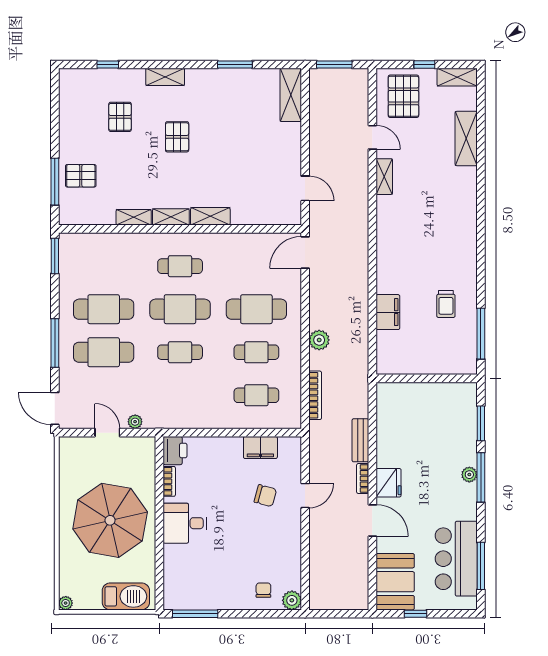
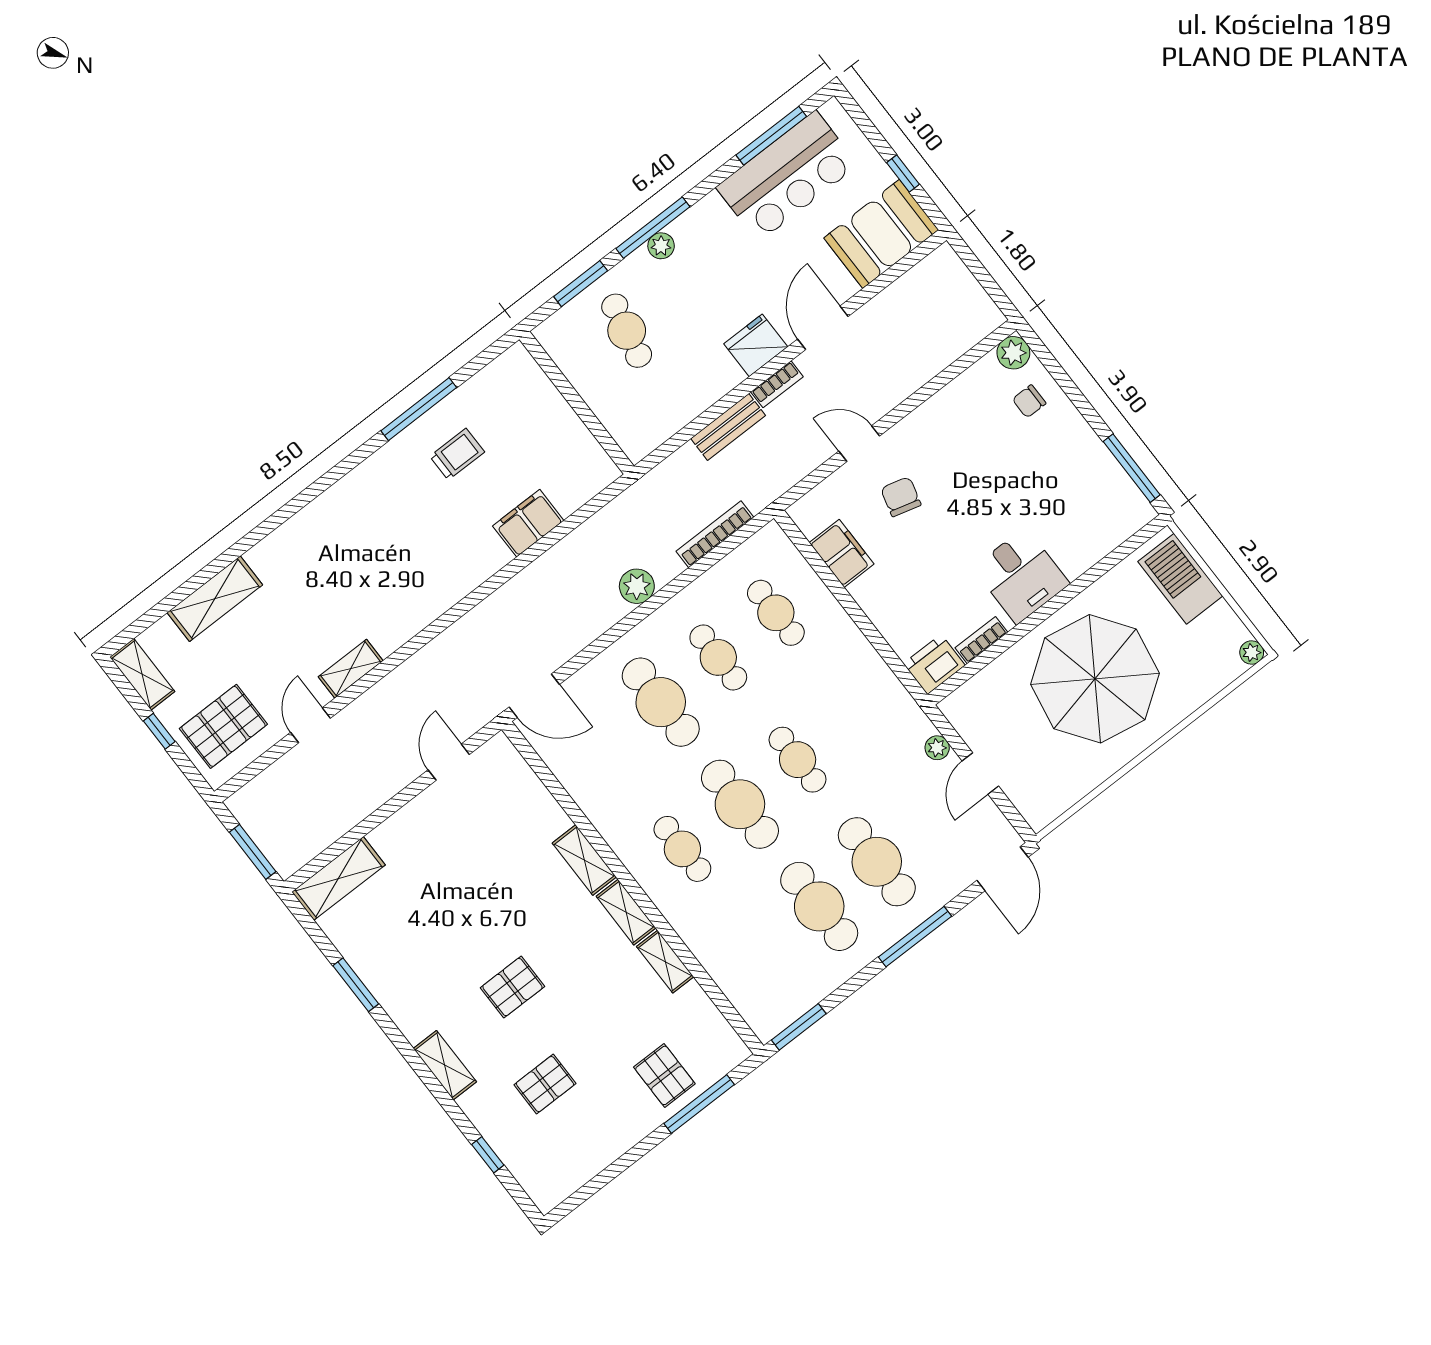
window: (481, 334) -> (419, 409), moved
cafe table: (442, 428) -> (627, 331), added

